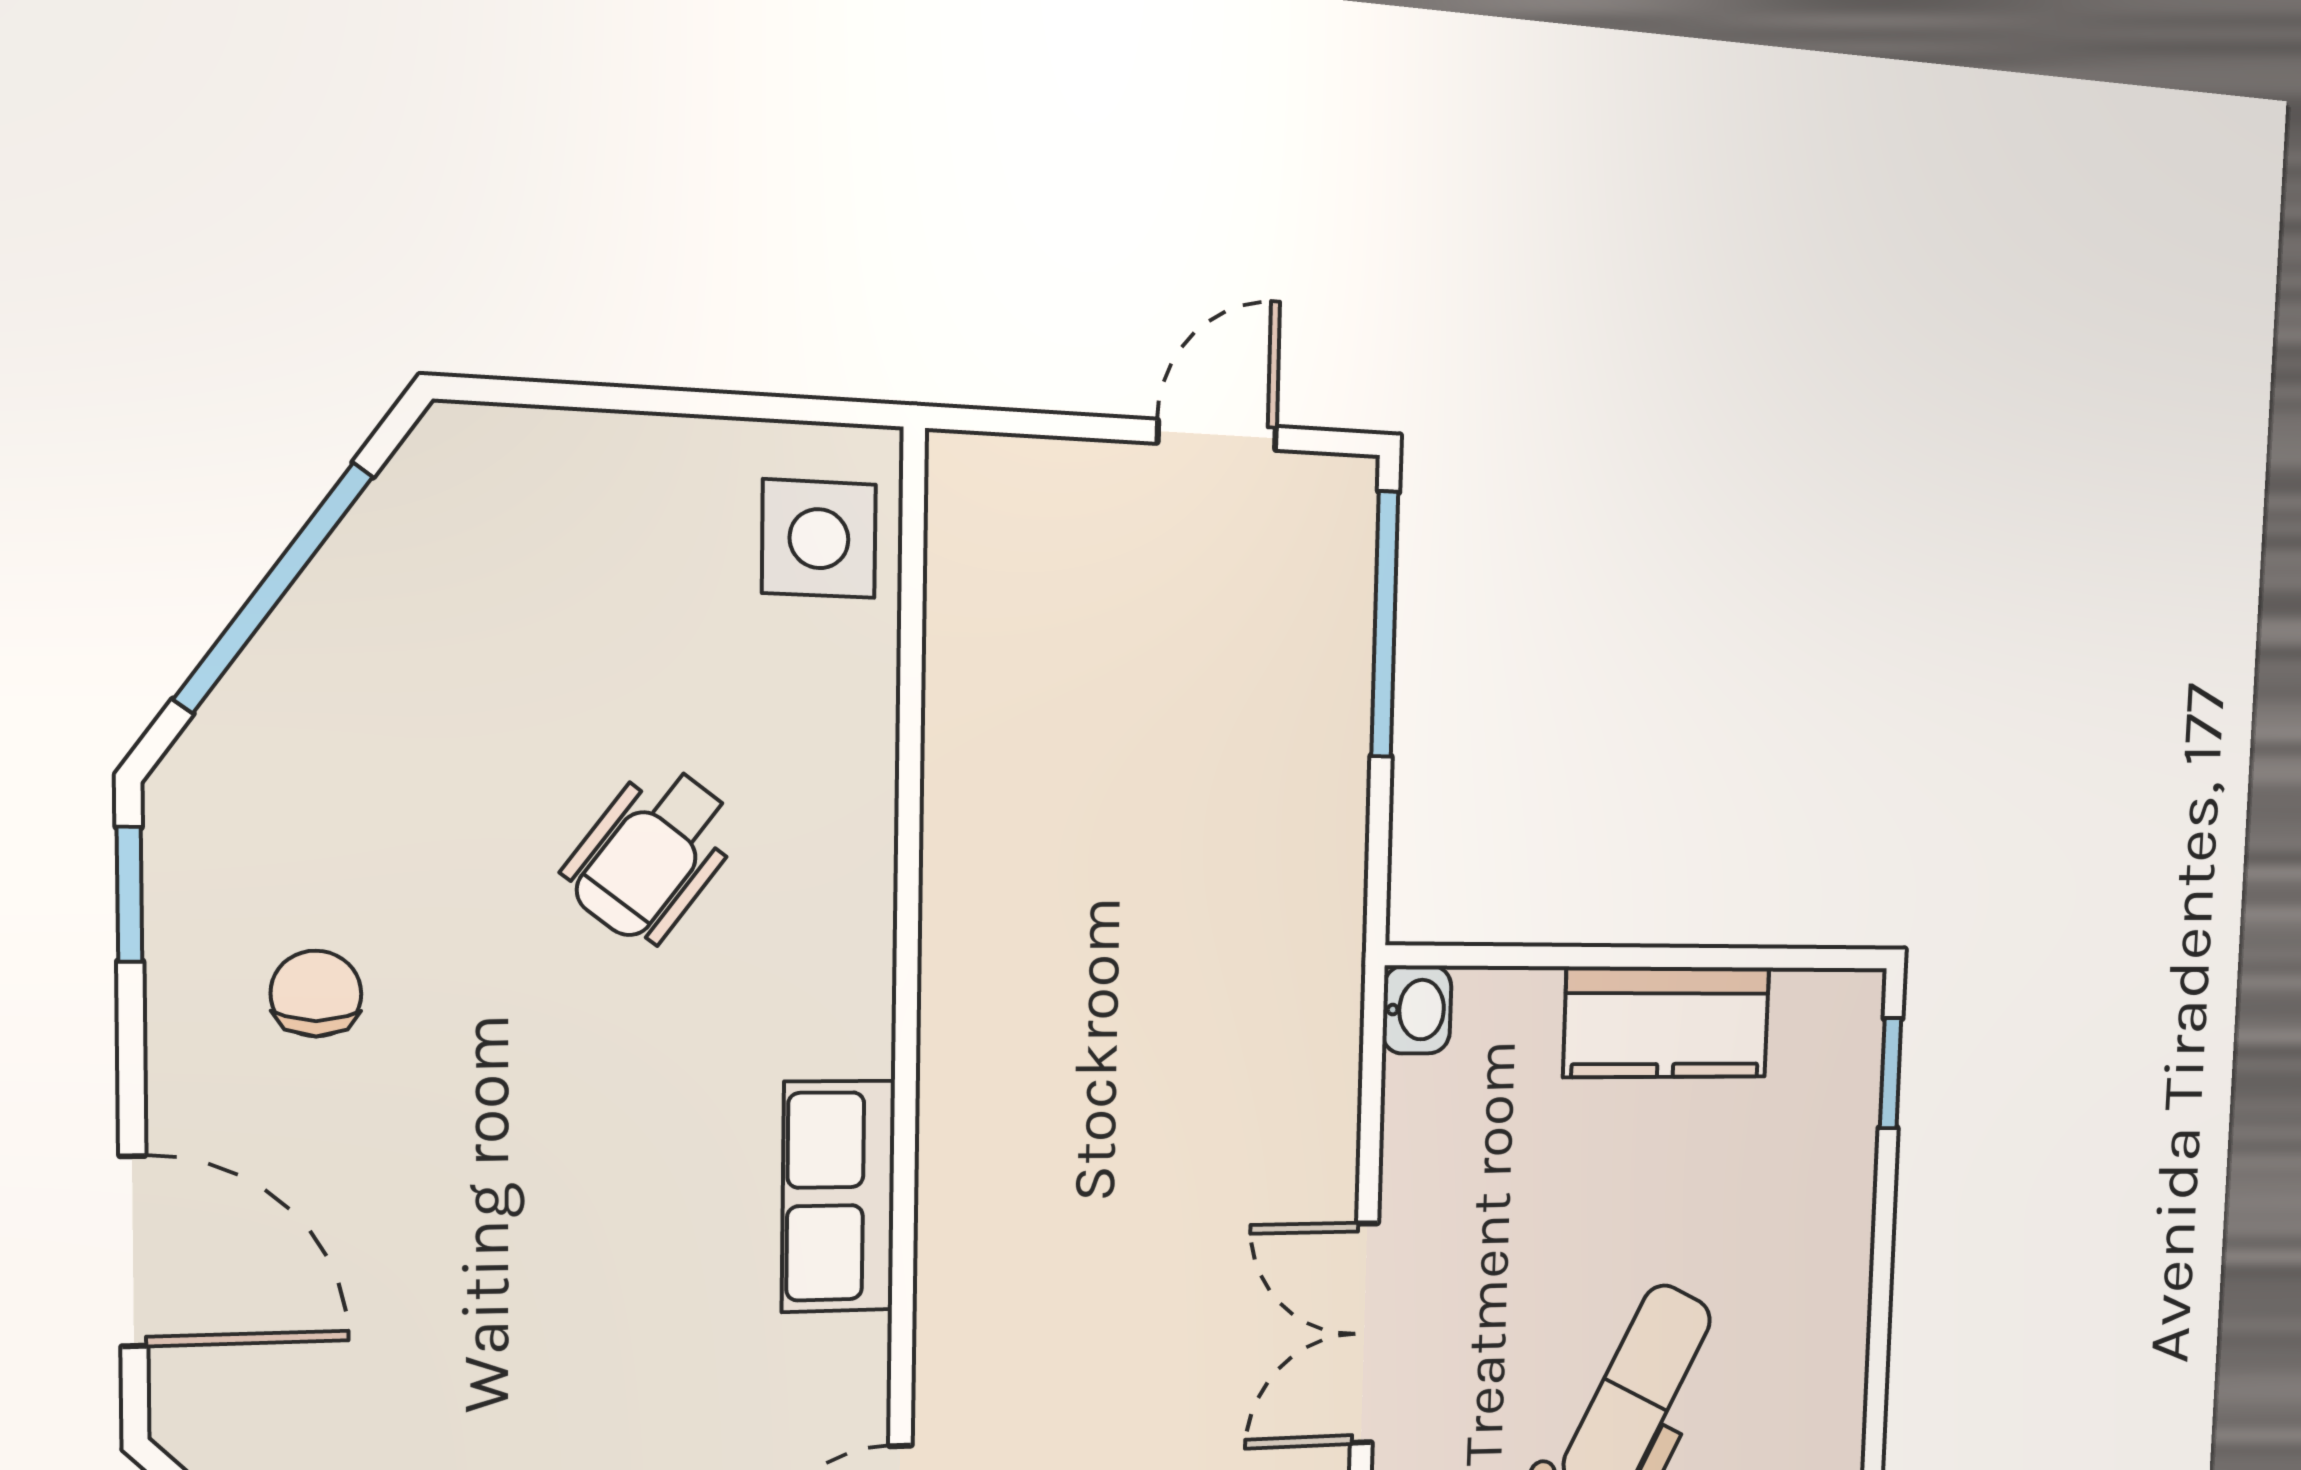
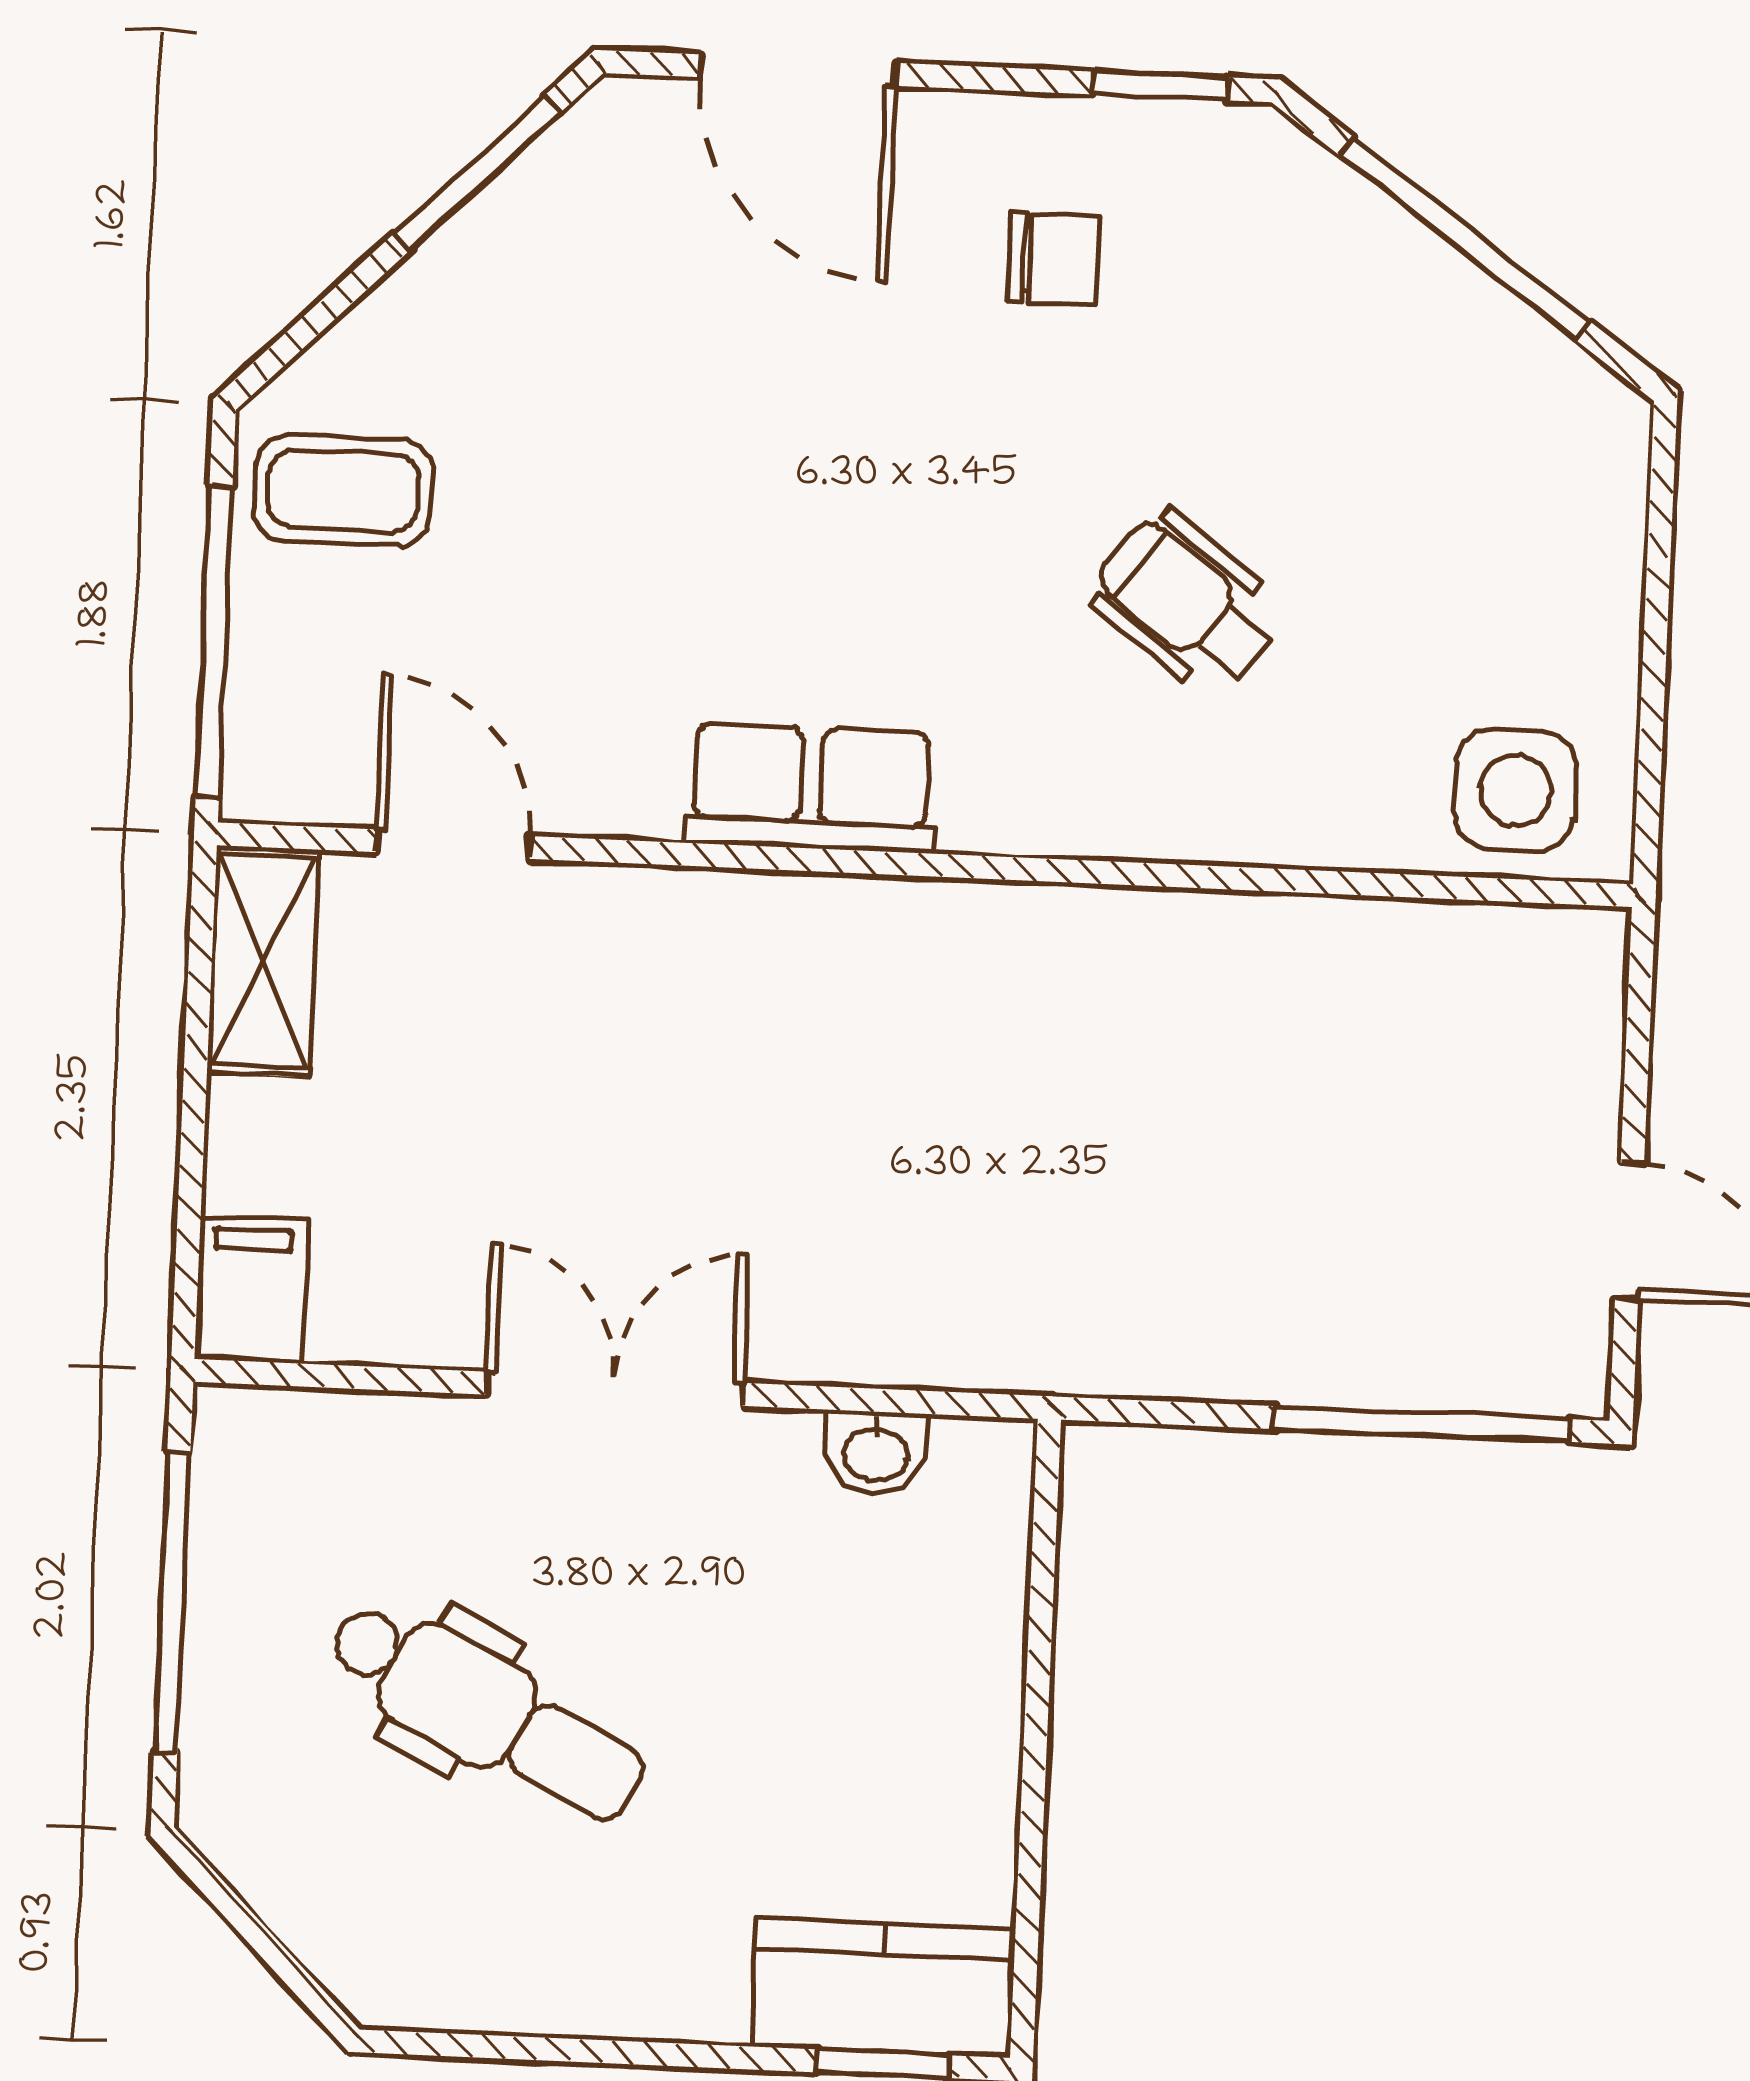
washbasin: (1417, 1010) -> (875, 1452), moved
kitchen counter: (1667, 1022) -> (883, 1988), moved, turned 90
door: (133, 1251) -> (798, 70), hinge flipped

